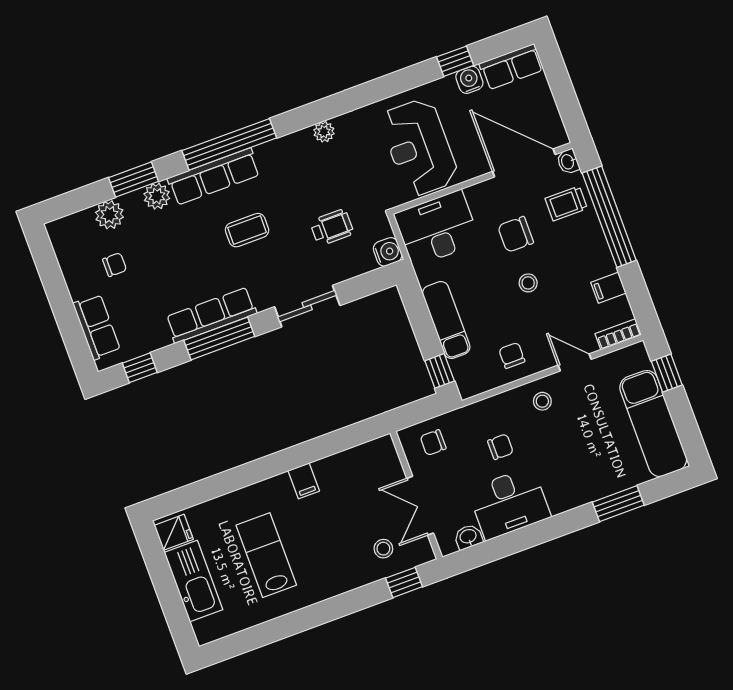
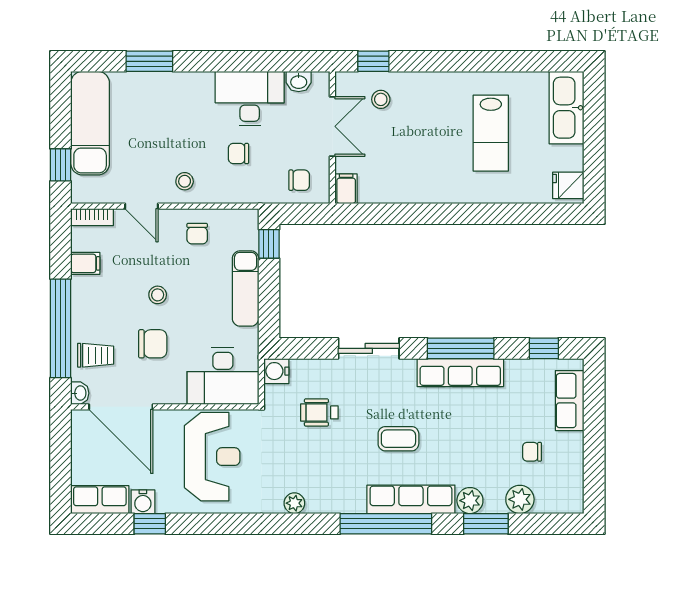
filing cabinet: (304, 481) -> (346, 189), moved
kitchen sink: (193, 581) -> (567, 108), moved

